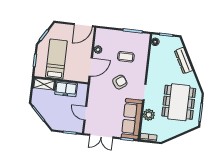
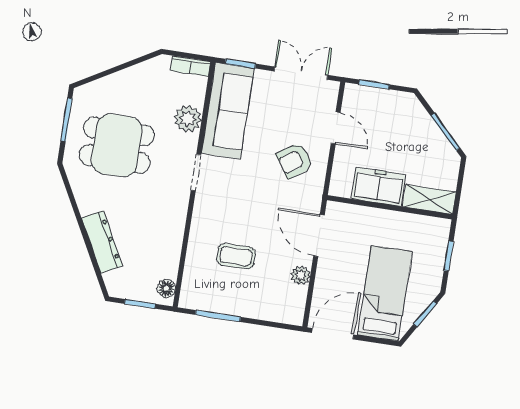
bed: (56, 59) -> (385, 293), moved, turned 180
door: (91, 67) -> (319, 235), hinge flipped
armchair: (120, 82) -> (294, 161), moved
dining table: (179, 102) -> (117, 145), width x0.73

